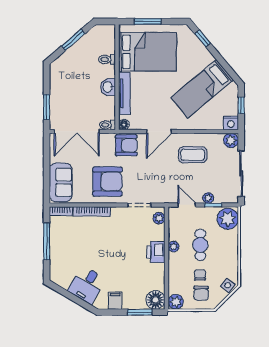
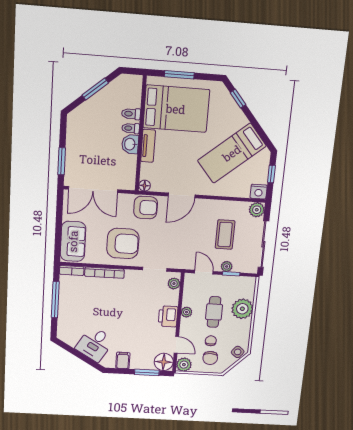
tv unit: (124, 93) -> (148, 146), width x0.71
toilet: (107, 125) -> (131, 128), moved
coffee table: (193, 155) -> (225, 235), moved, turned 90
plant: (228, 219) -> (242, 309), moved
door: (166, 281) -> (176, 345), added

